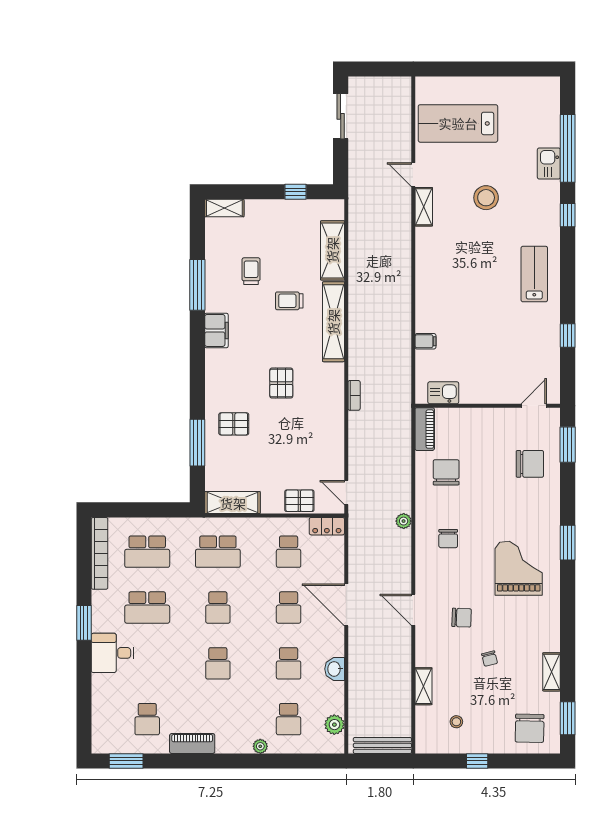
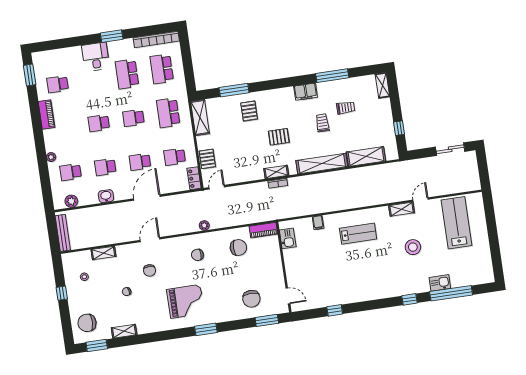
lab bench: (534, 274) -> (358, 234), moved
trolley: (289, 301) -> (322, 123), moved
shelving: (336, 395) -> (276, 172), added

